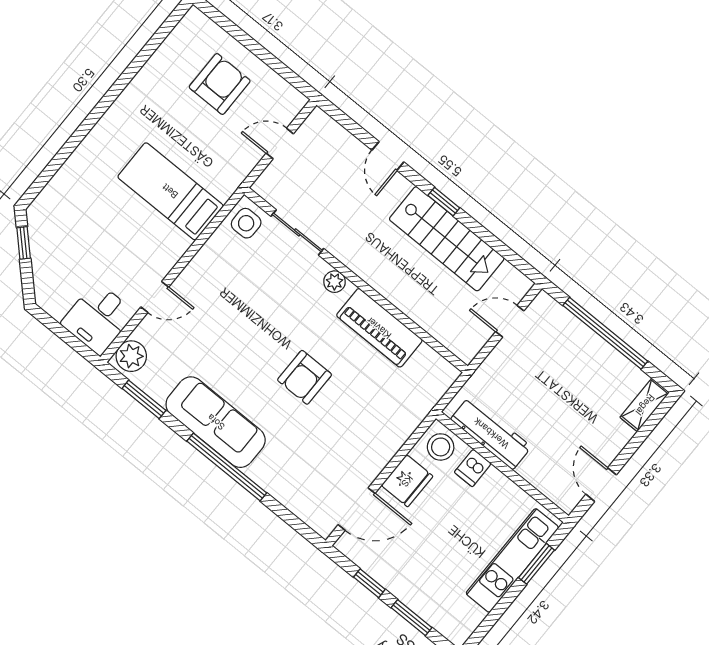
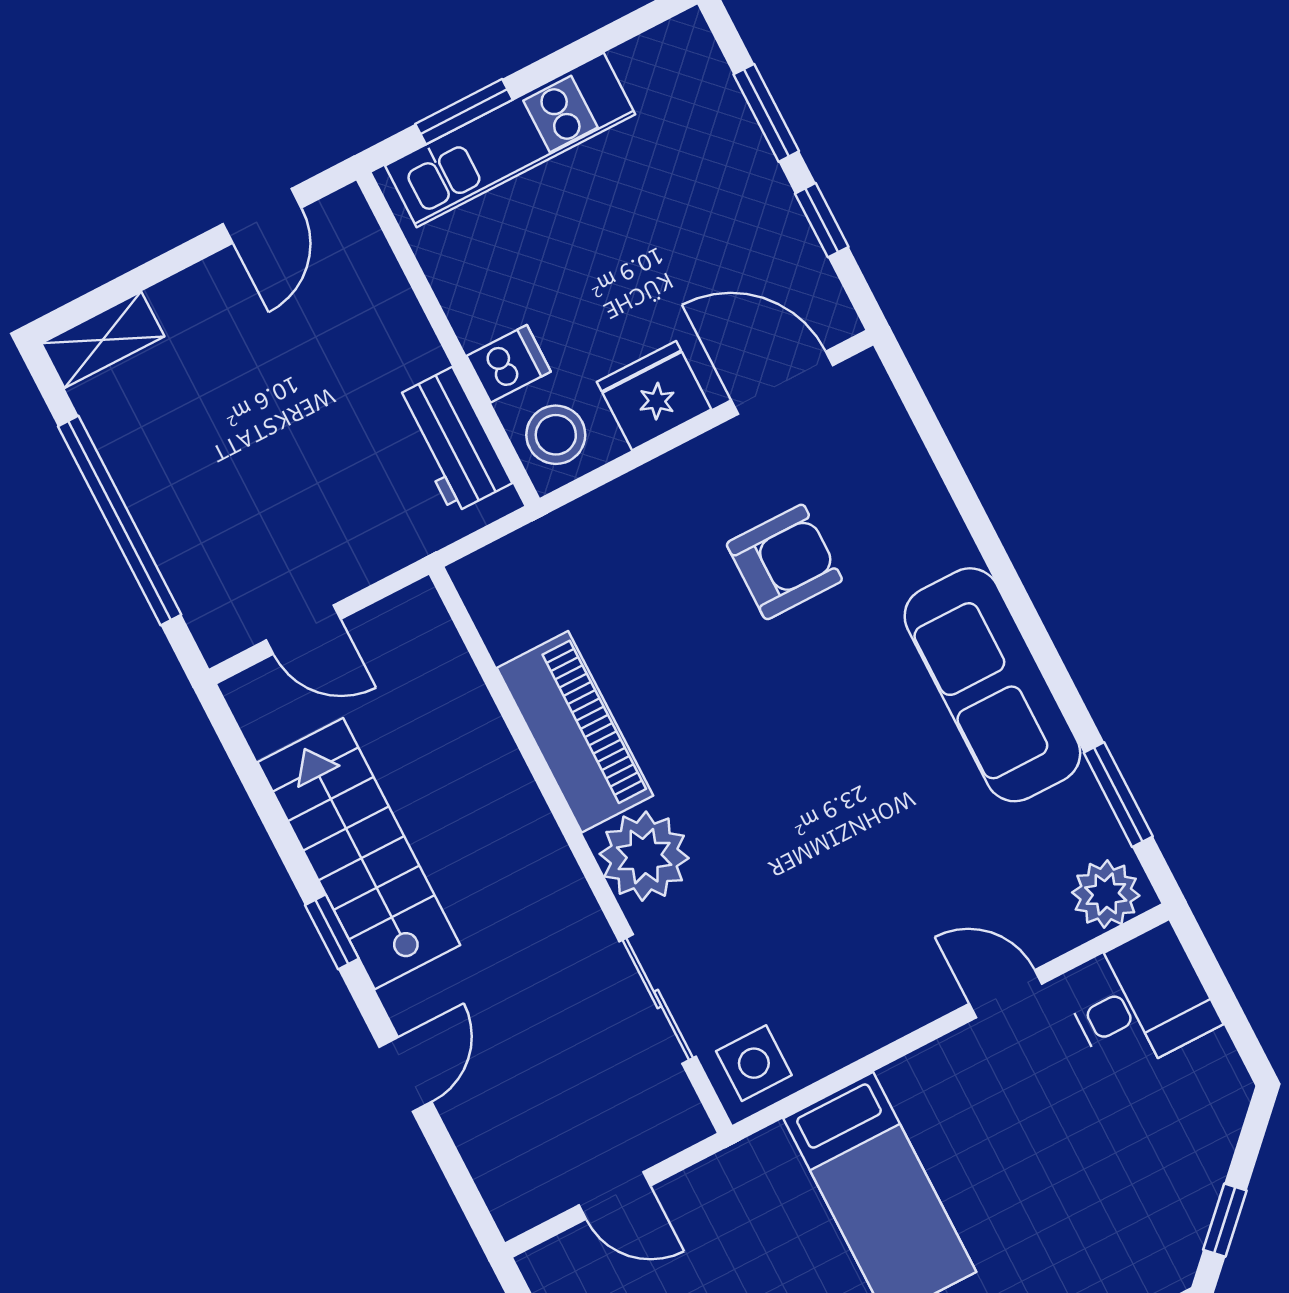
plant: (335, 282) -> (644, 856), width x1.87, depth x1.87
armchair: (305, 377) -> (784, 562), moved
workbench: (491, 433) -> (452, 440), width x0.73
window: (227, 467) -> (1009, 583), removed

